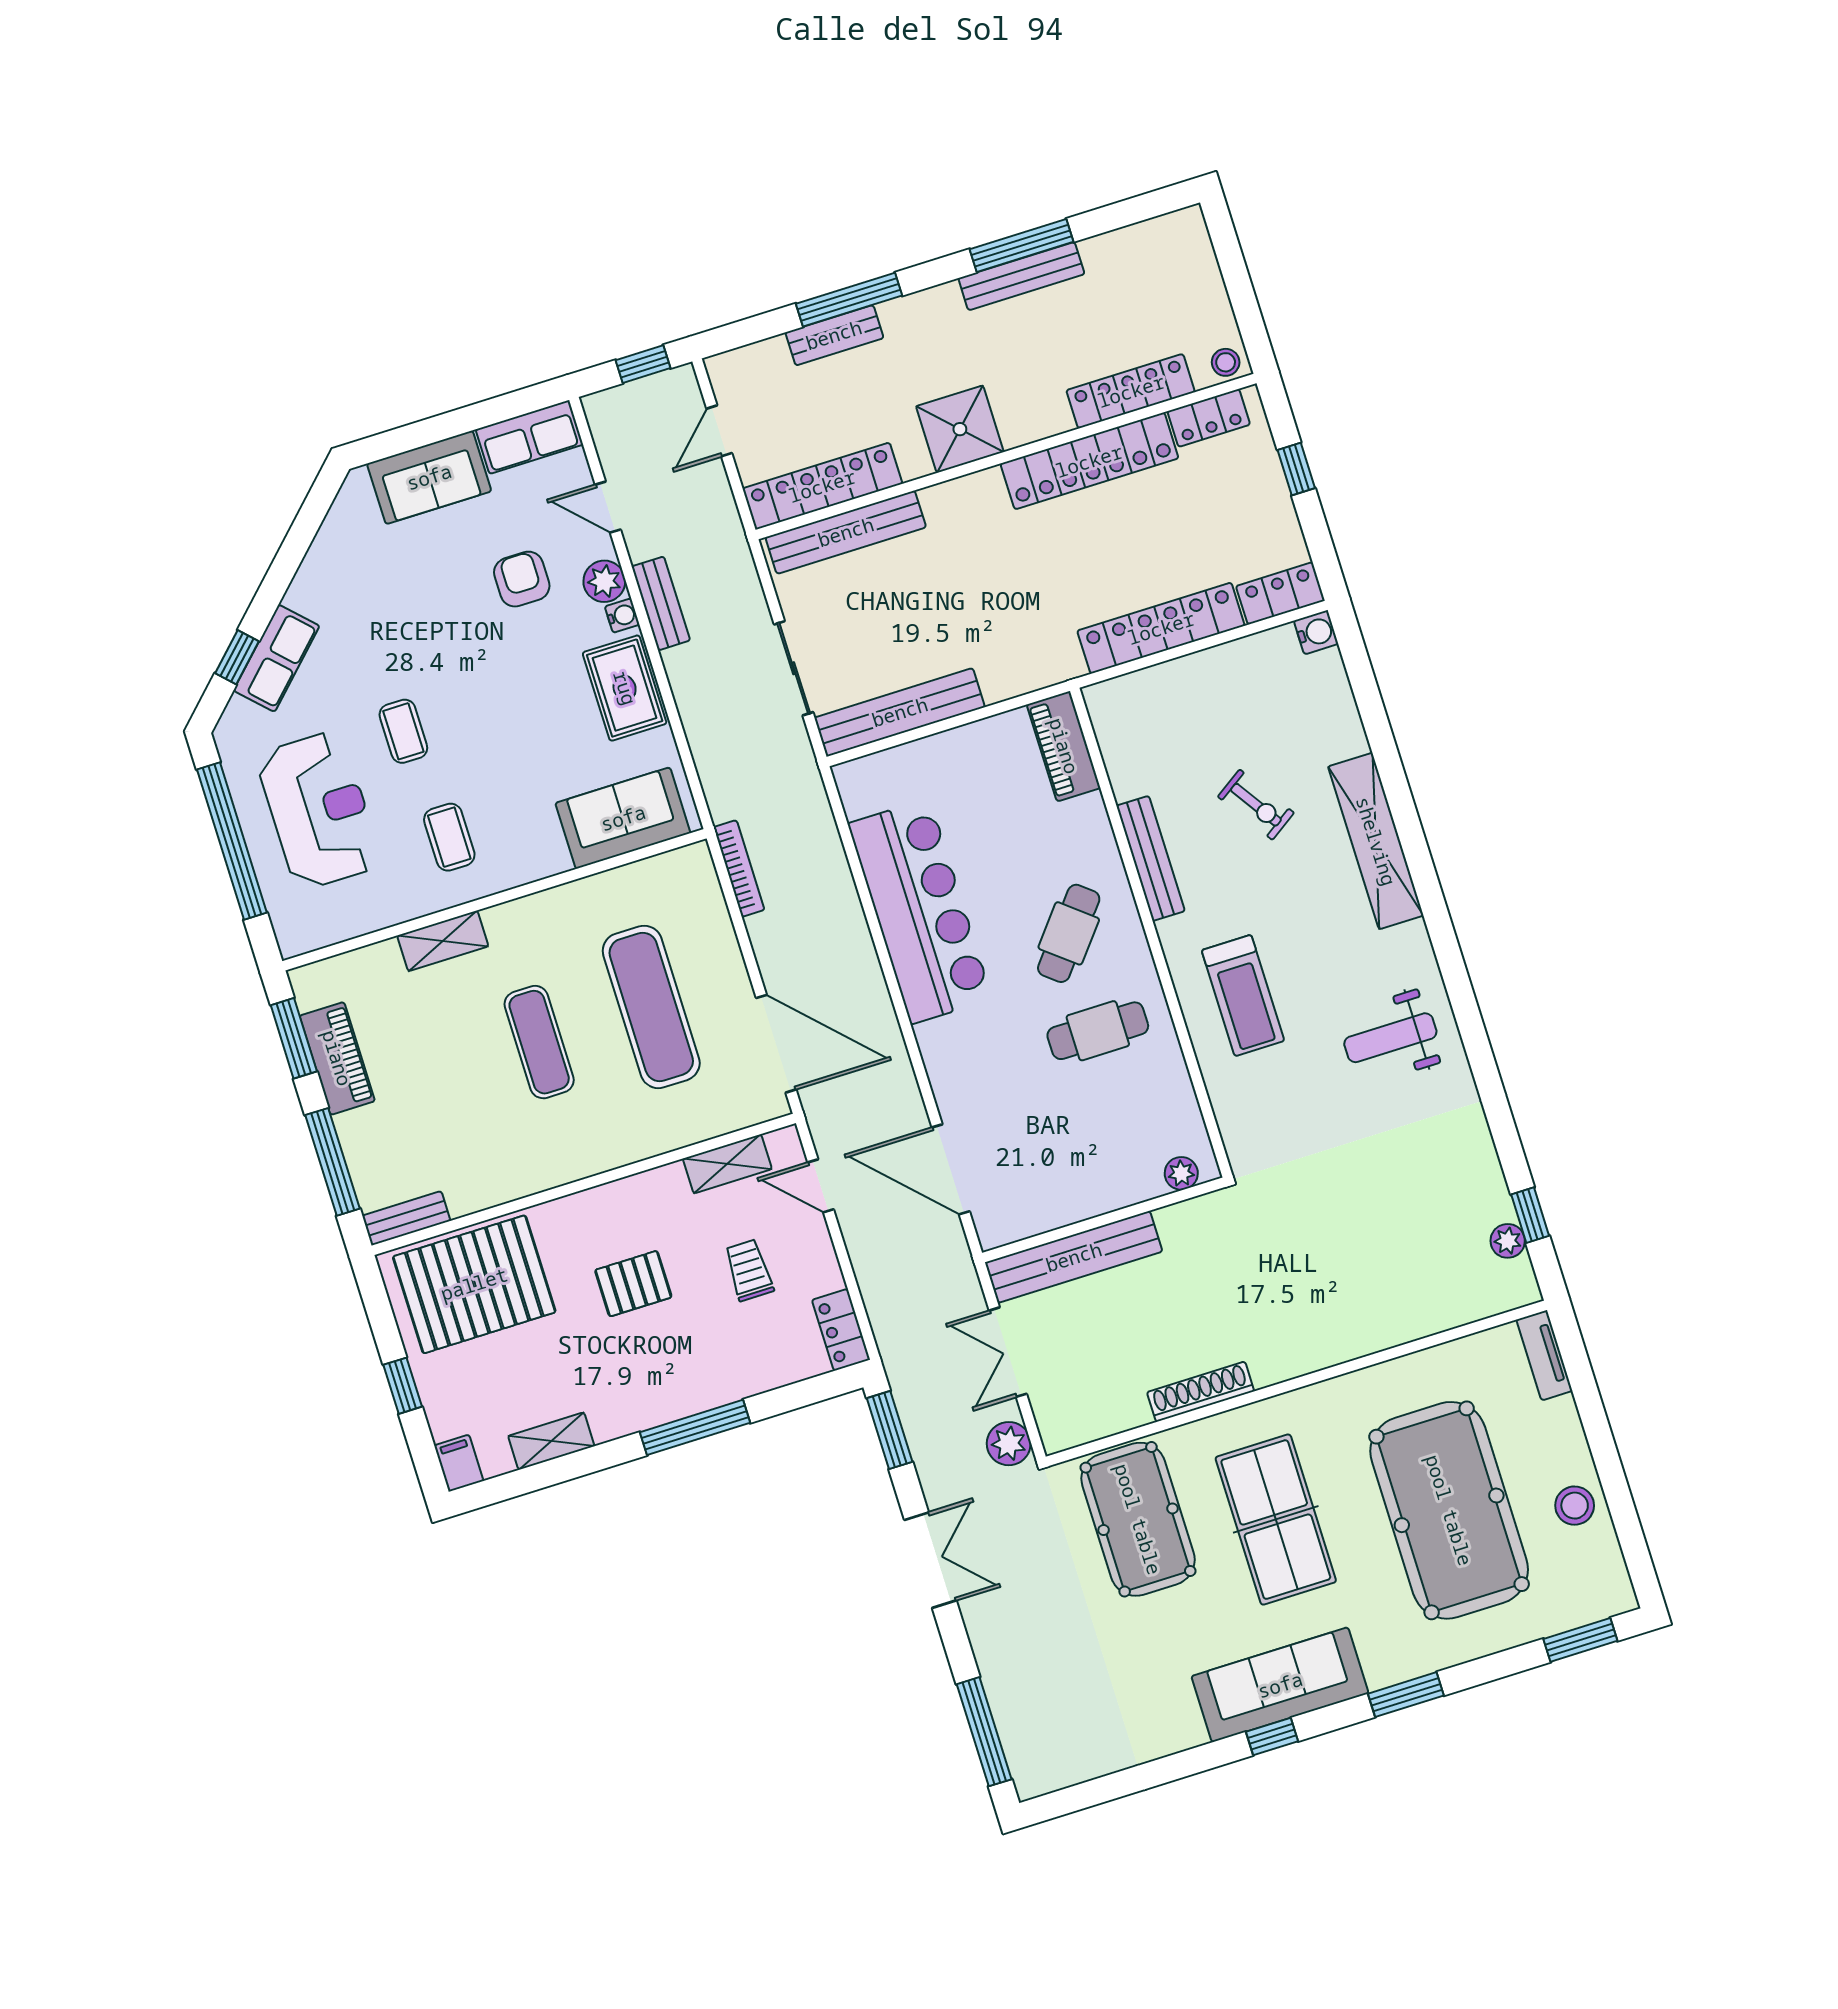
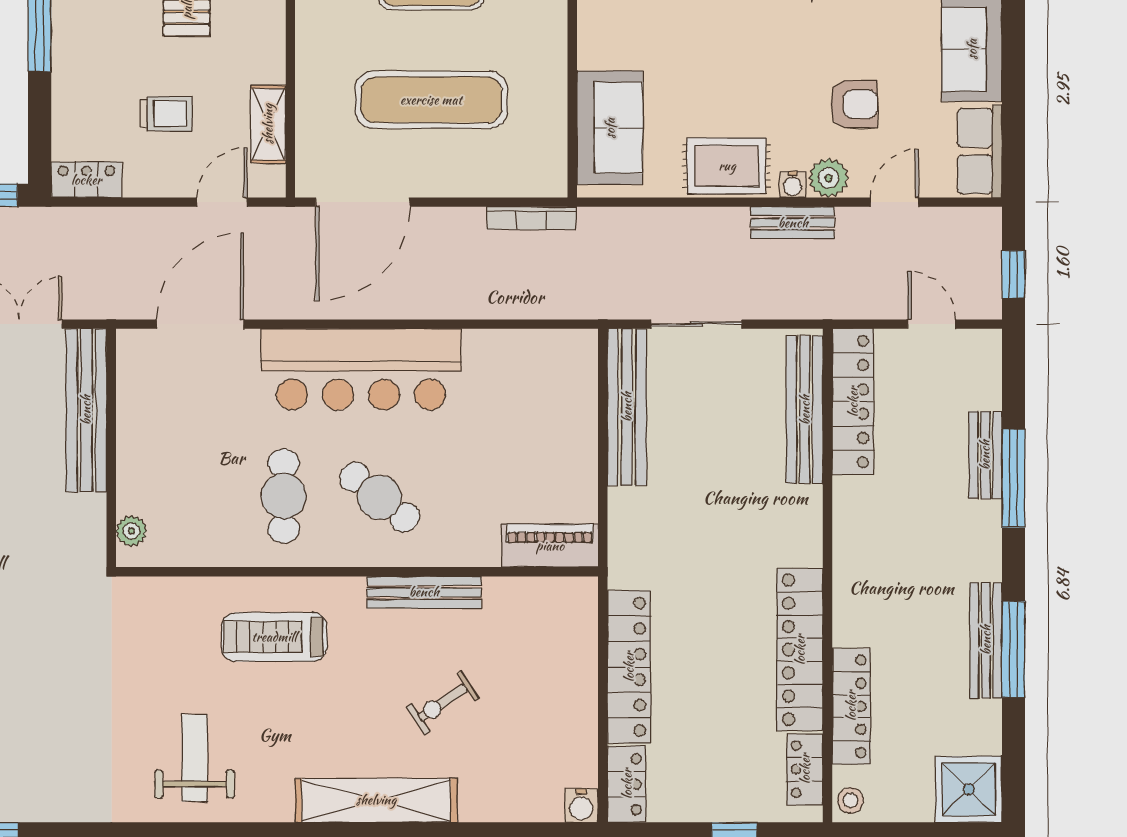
shower: (960, 429) -> (969, 789), moved
bar counter: (920, 911) -> (361, 369), moved

